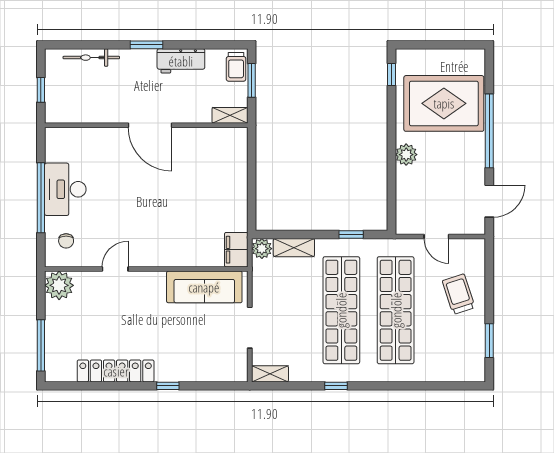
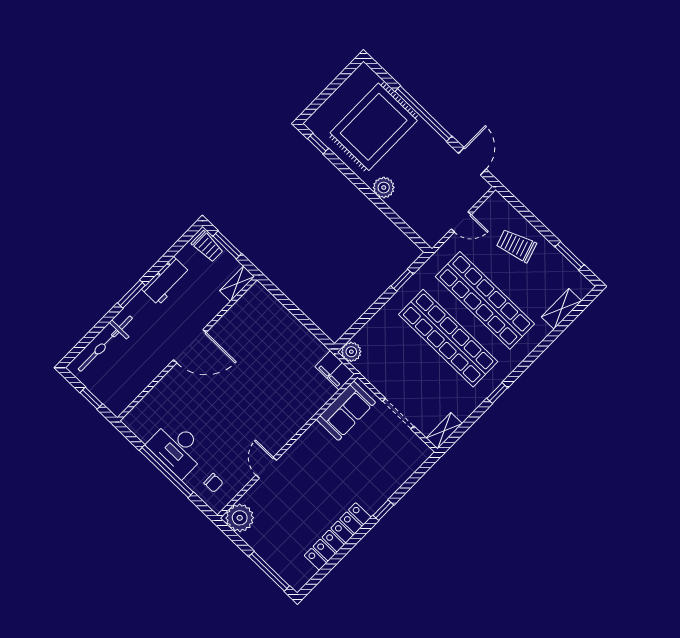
bicycle: (91, 58) -> (105, 344), width x1.37, depth x1.40
shelving: (294, 248) -> (561, 309), moved
sofa: (204, 287) -> (346, 411), width x0.73

